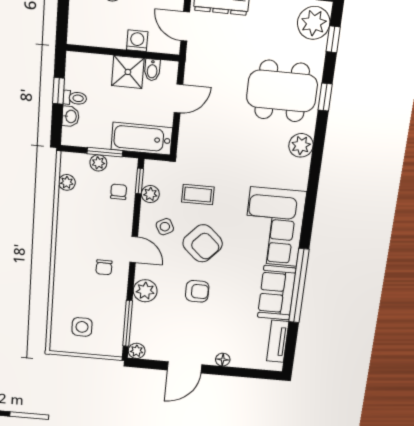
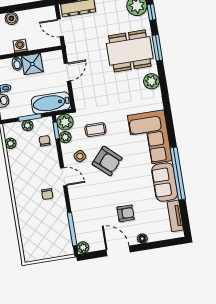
washing machine: (137, 41) -> (20, 46), moved
bidet: (152, 70) -> (17, 64), moved
window: (325, 97) -> (157, 48), width x1.50
plant: (145, 291) -> (65, 122), moved
armchair: (197, 291) -> (126, 213), moved
side table: (82, 327) -> (43, 240), removed
door: (185, 367) -> (118, 251), swing flipped

